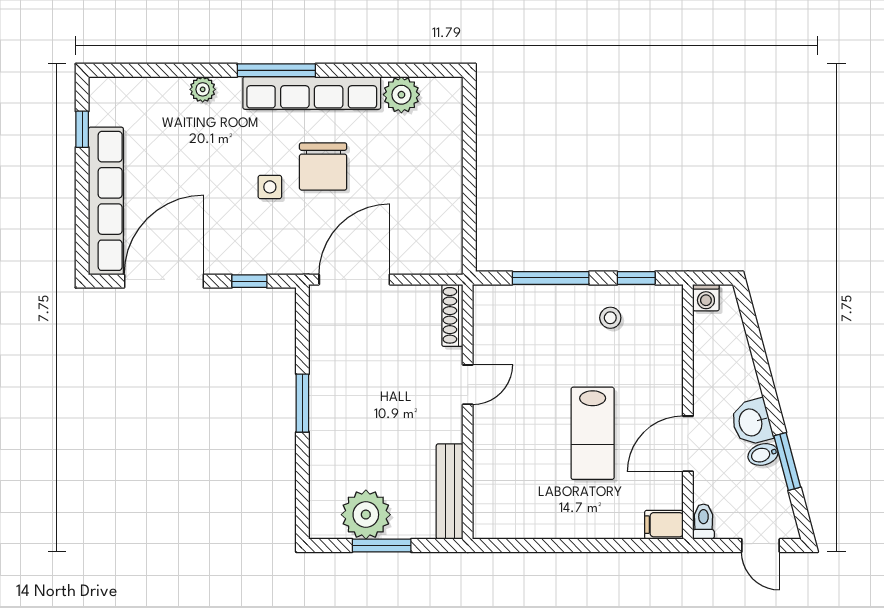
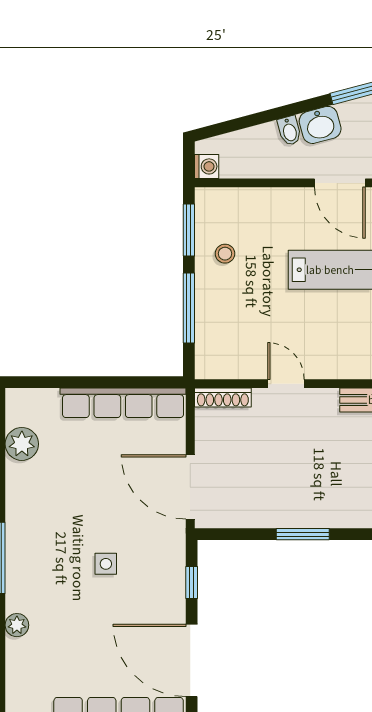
row of seats: (312, 93) -> (123, 403), moved, turned 90
chair: (323, 166) -> (87, 515), removed
window: (636, 278) -> (189, 230), width x1.50
bidet: (763, 454) -> (289, 131), moved

